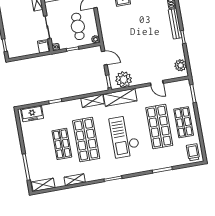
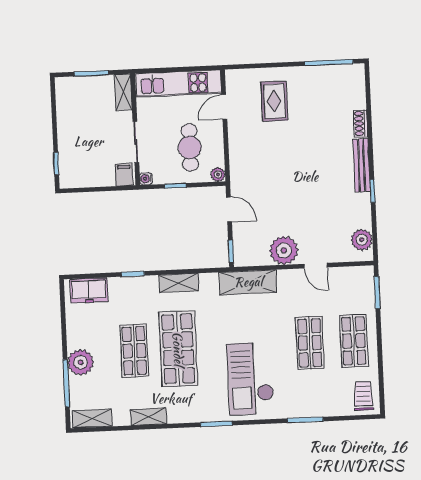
plant: (124, 79) -> (284, 250), moved
shelving: (92, 101) -> (179, 283), moved
shop shelf: (159, 127) -> (310, 343), width x0.70, depth x0.74
checkout: (125, 136) -> (250, 379), moved
plant: (33, 154) -> (81, 362), added

